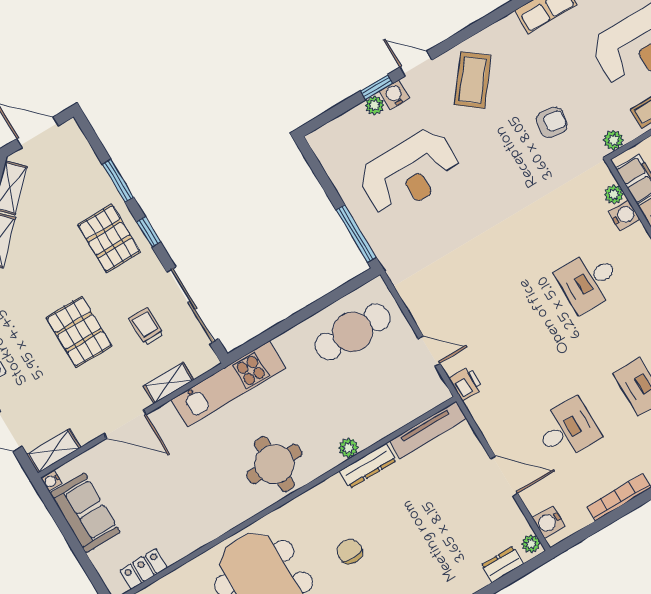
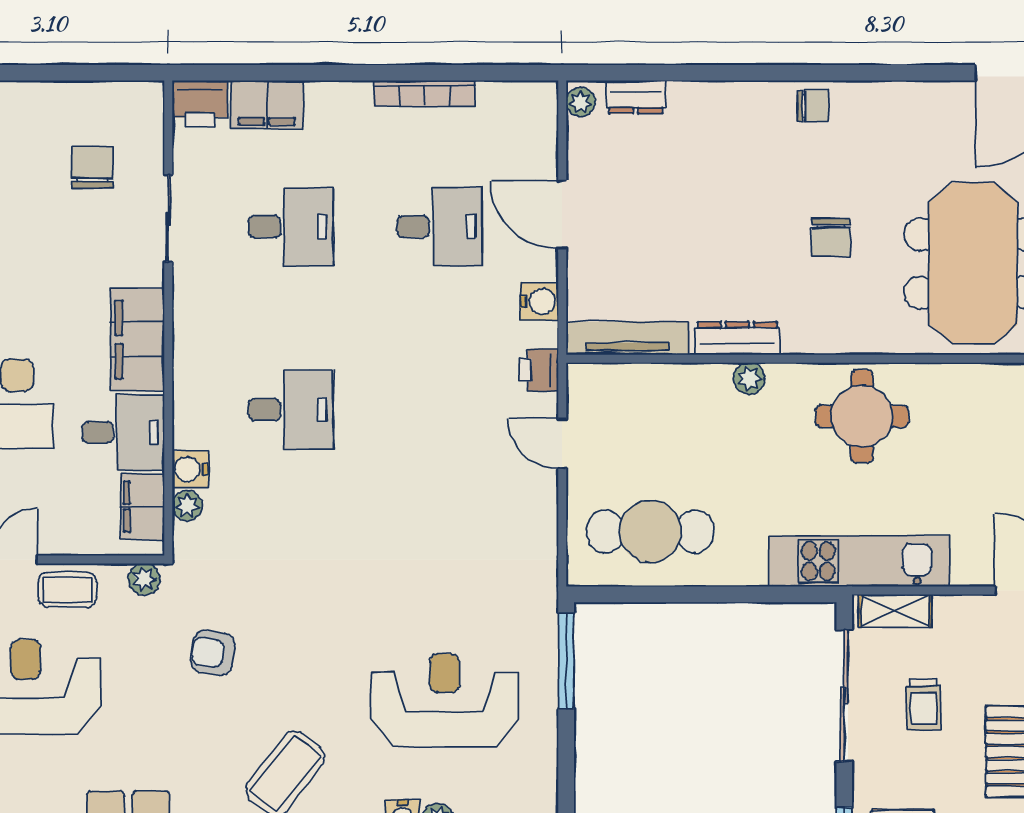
shelving: (169, 383) -> (895, 611), moved
desk: (567, 429) -> (440, 227), turned 180
water cooler: (549, 522) -> (539, 302), moved

